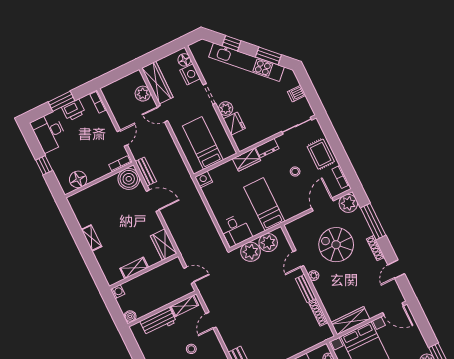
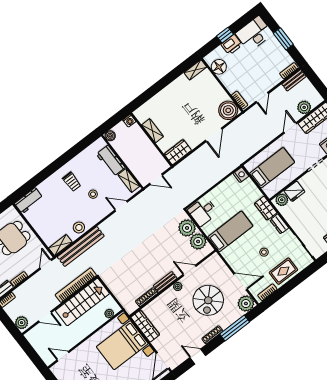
plant: (226, 109) -> (282, 200), moved
printer: (74, 110) -> (232, 45), moved, turned -90
door: (122, 138) -> (262, 98), hinge flipped
bench: (146, 171) -> (294, 80), moved
shelving: (91, 238) -> (195, 70), moved
spiral stairs: (336, 245) -> (208, 300), turned 180
door: (189, 275) -> (156, 179), hinge flipped

